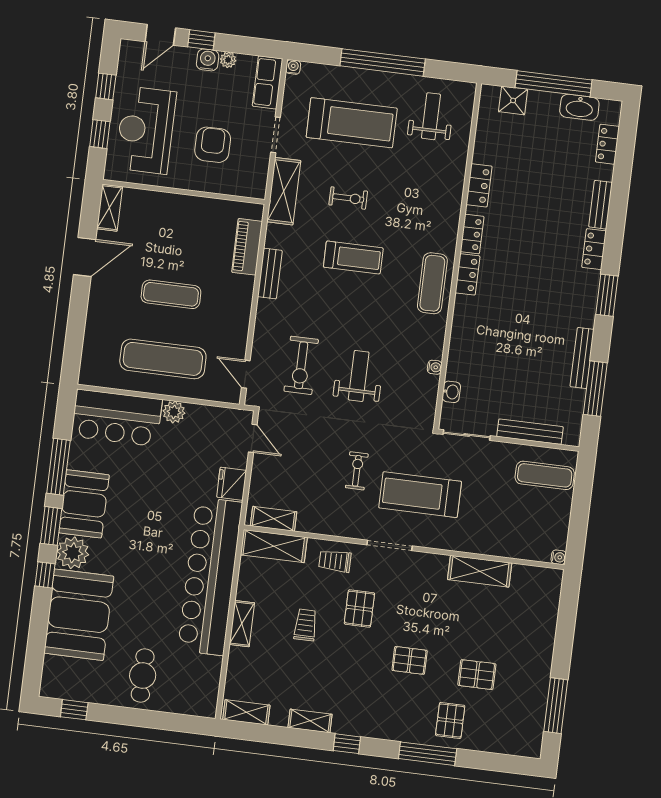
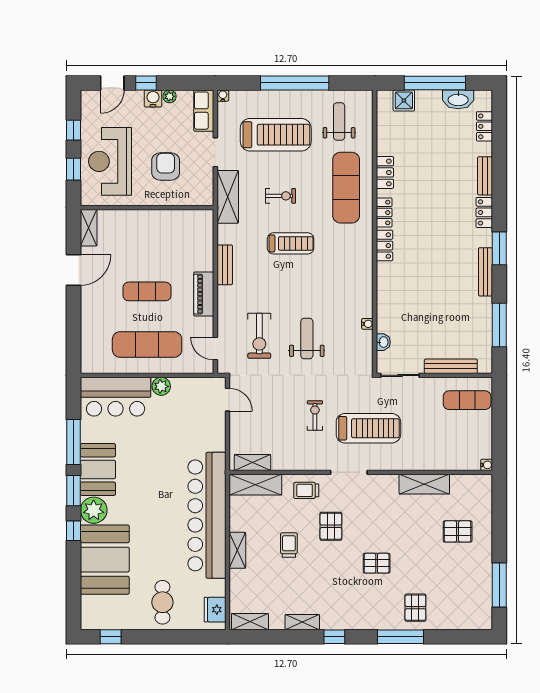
piano: (247, 247) -> (204, 294), moved
exercise mat: (432, 283) -> (346, 188), moved, width x1.36, depth x1.45
bench: (582, 358) -> (485, 272), moved
fridge: (232, 484) -> (215, 610), moved
treadmill: (420, 495) -> (368, 428), turned 180
pallet: (477, 675) -> (458, 531), moved

